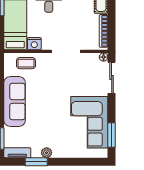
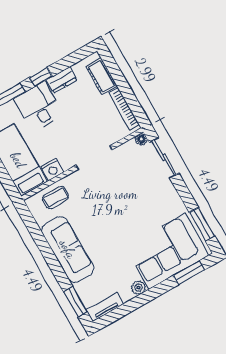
corner sofa: (89, 122) -> (167, 251), moved, turned 90
window: (36, 162) -> (189, 273), moved

